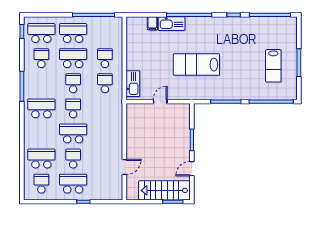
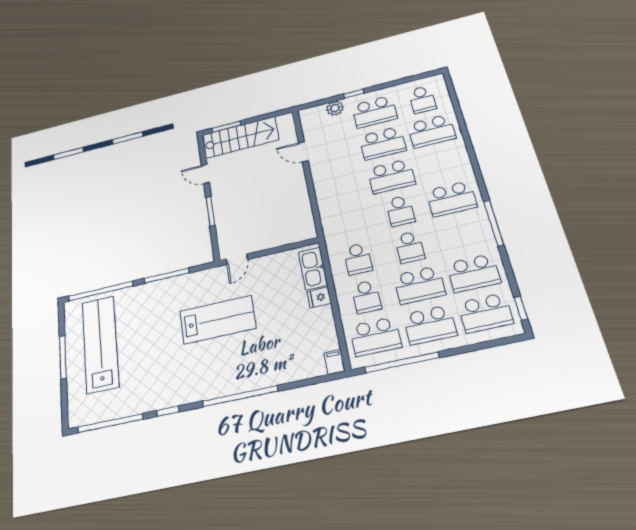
filing cabinet: (152, 23) -> (334, 362), moved
kitchen sink: (172, 24) -> (267, 376), removed
school desk: (105, 33) -> (375, 337), added
school desk: (41, 58) -> (474, 273), width x1.85
fridge: (133, 64) -> (319, 297), added
lab bench: (273, 66) -> (100, 344), width x1.86, depth x1.39
door: (160, 102) -> (237, 259), moved
school desk: (73, 159) -> (383, 143), width x1.85
door: (124, 167) -> (303, 152), hinge flipped
door: (192, 169) -> (205, 174), swing flipped
plant: (98, 194) -> (335, 108), added

